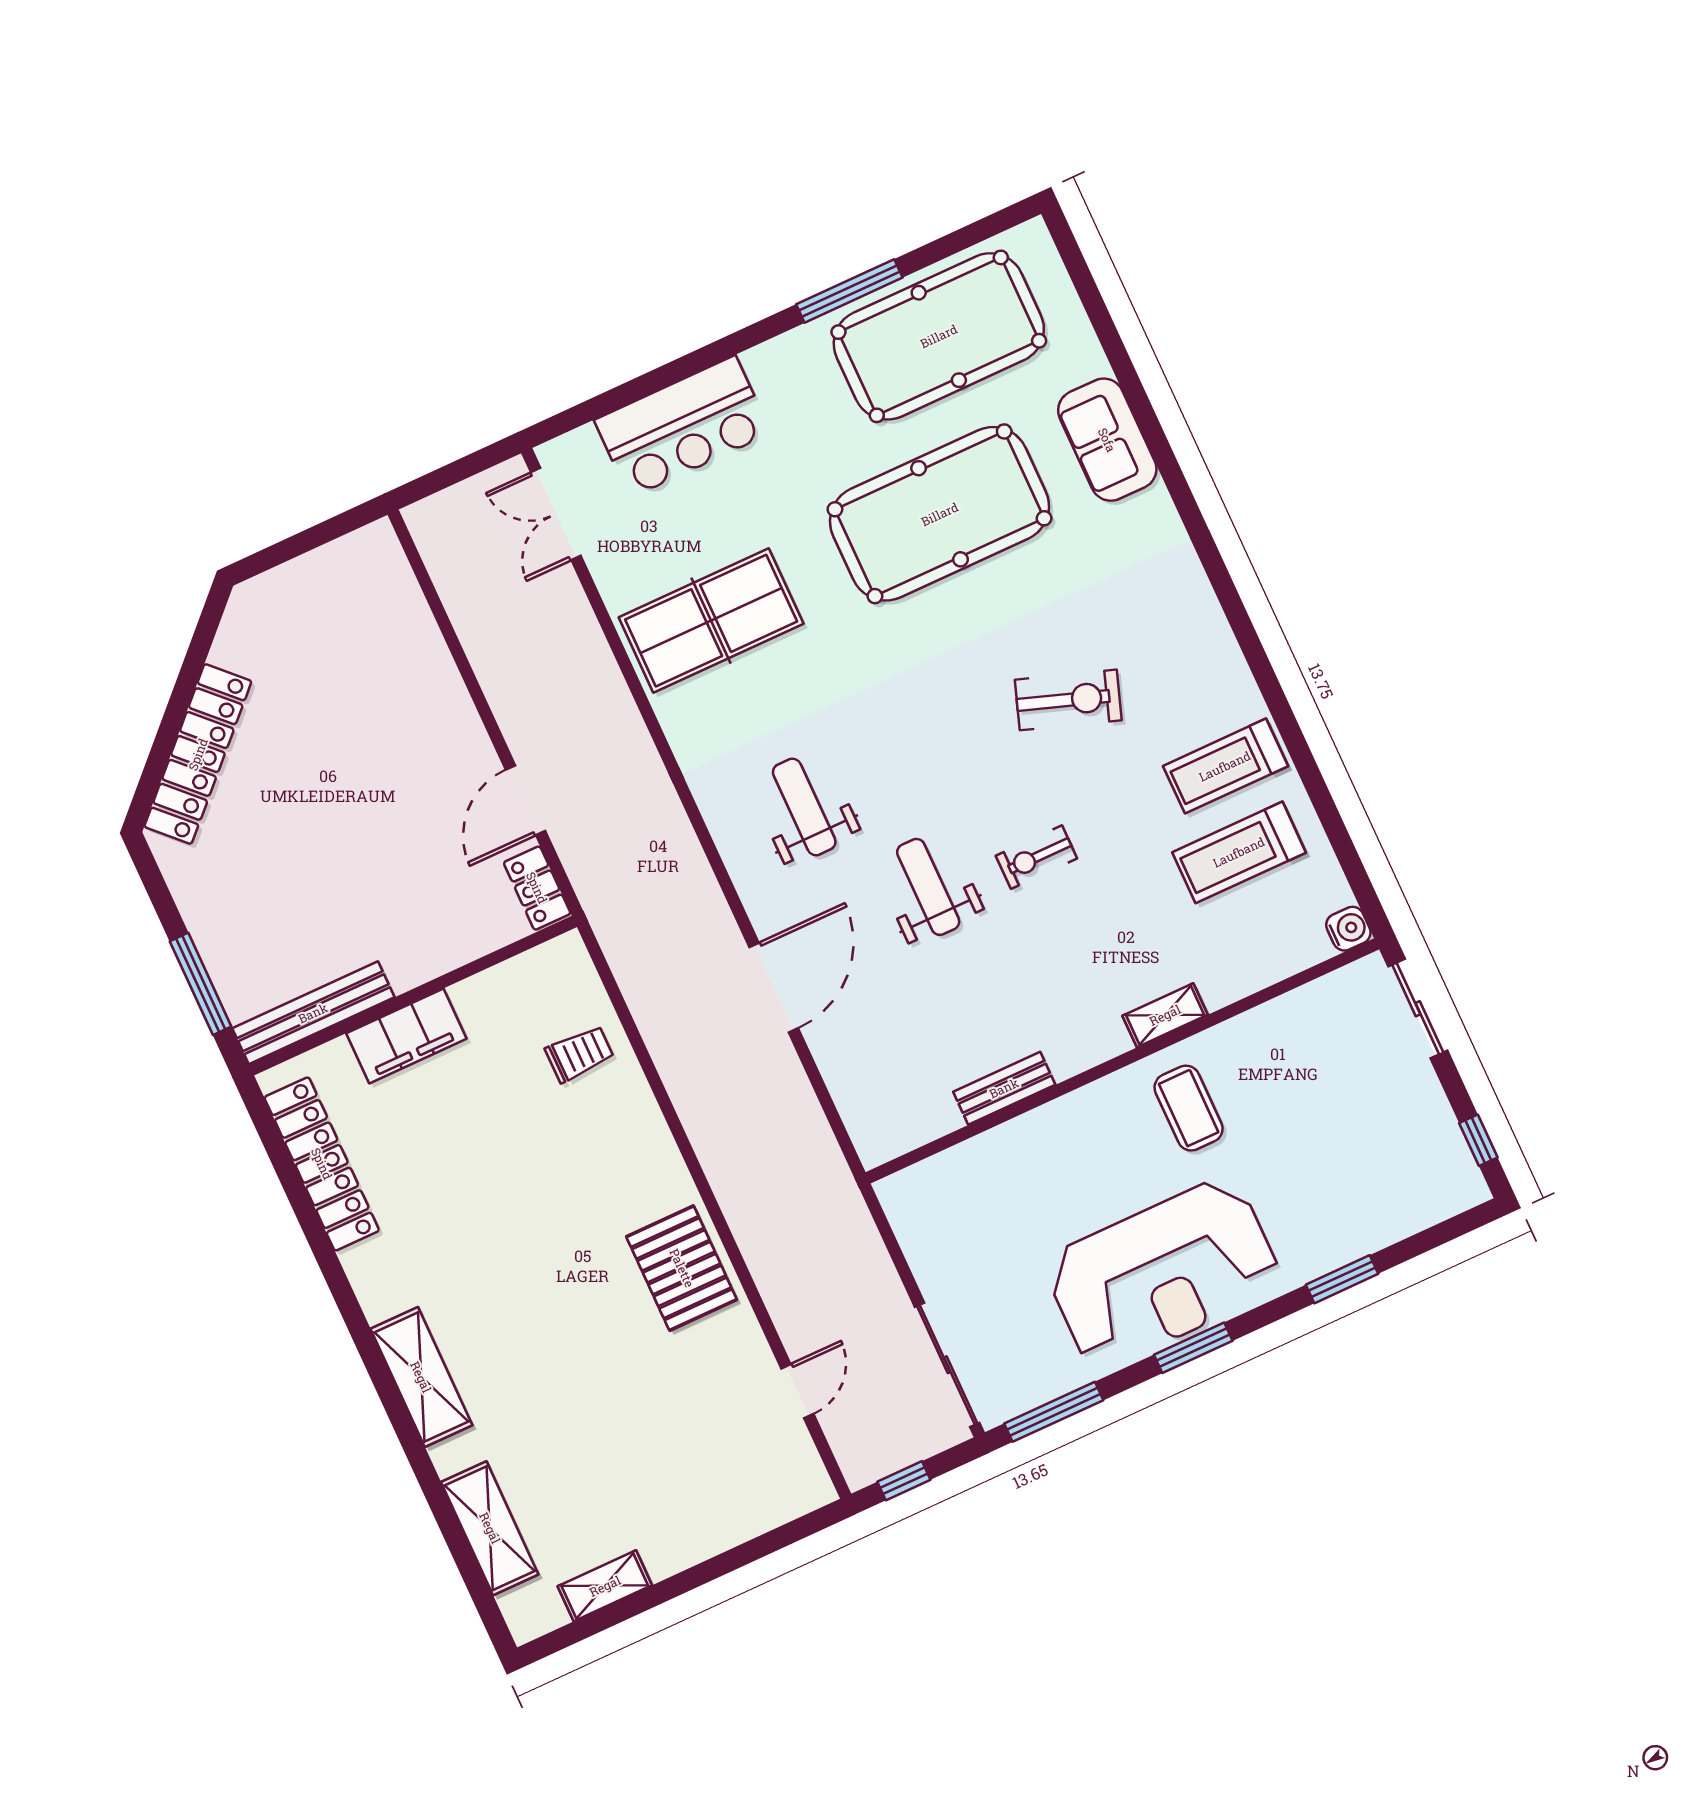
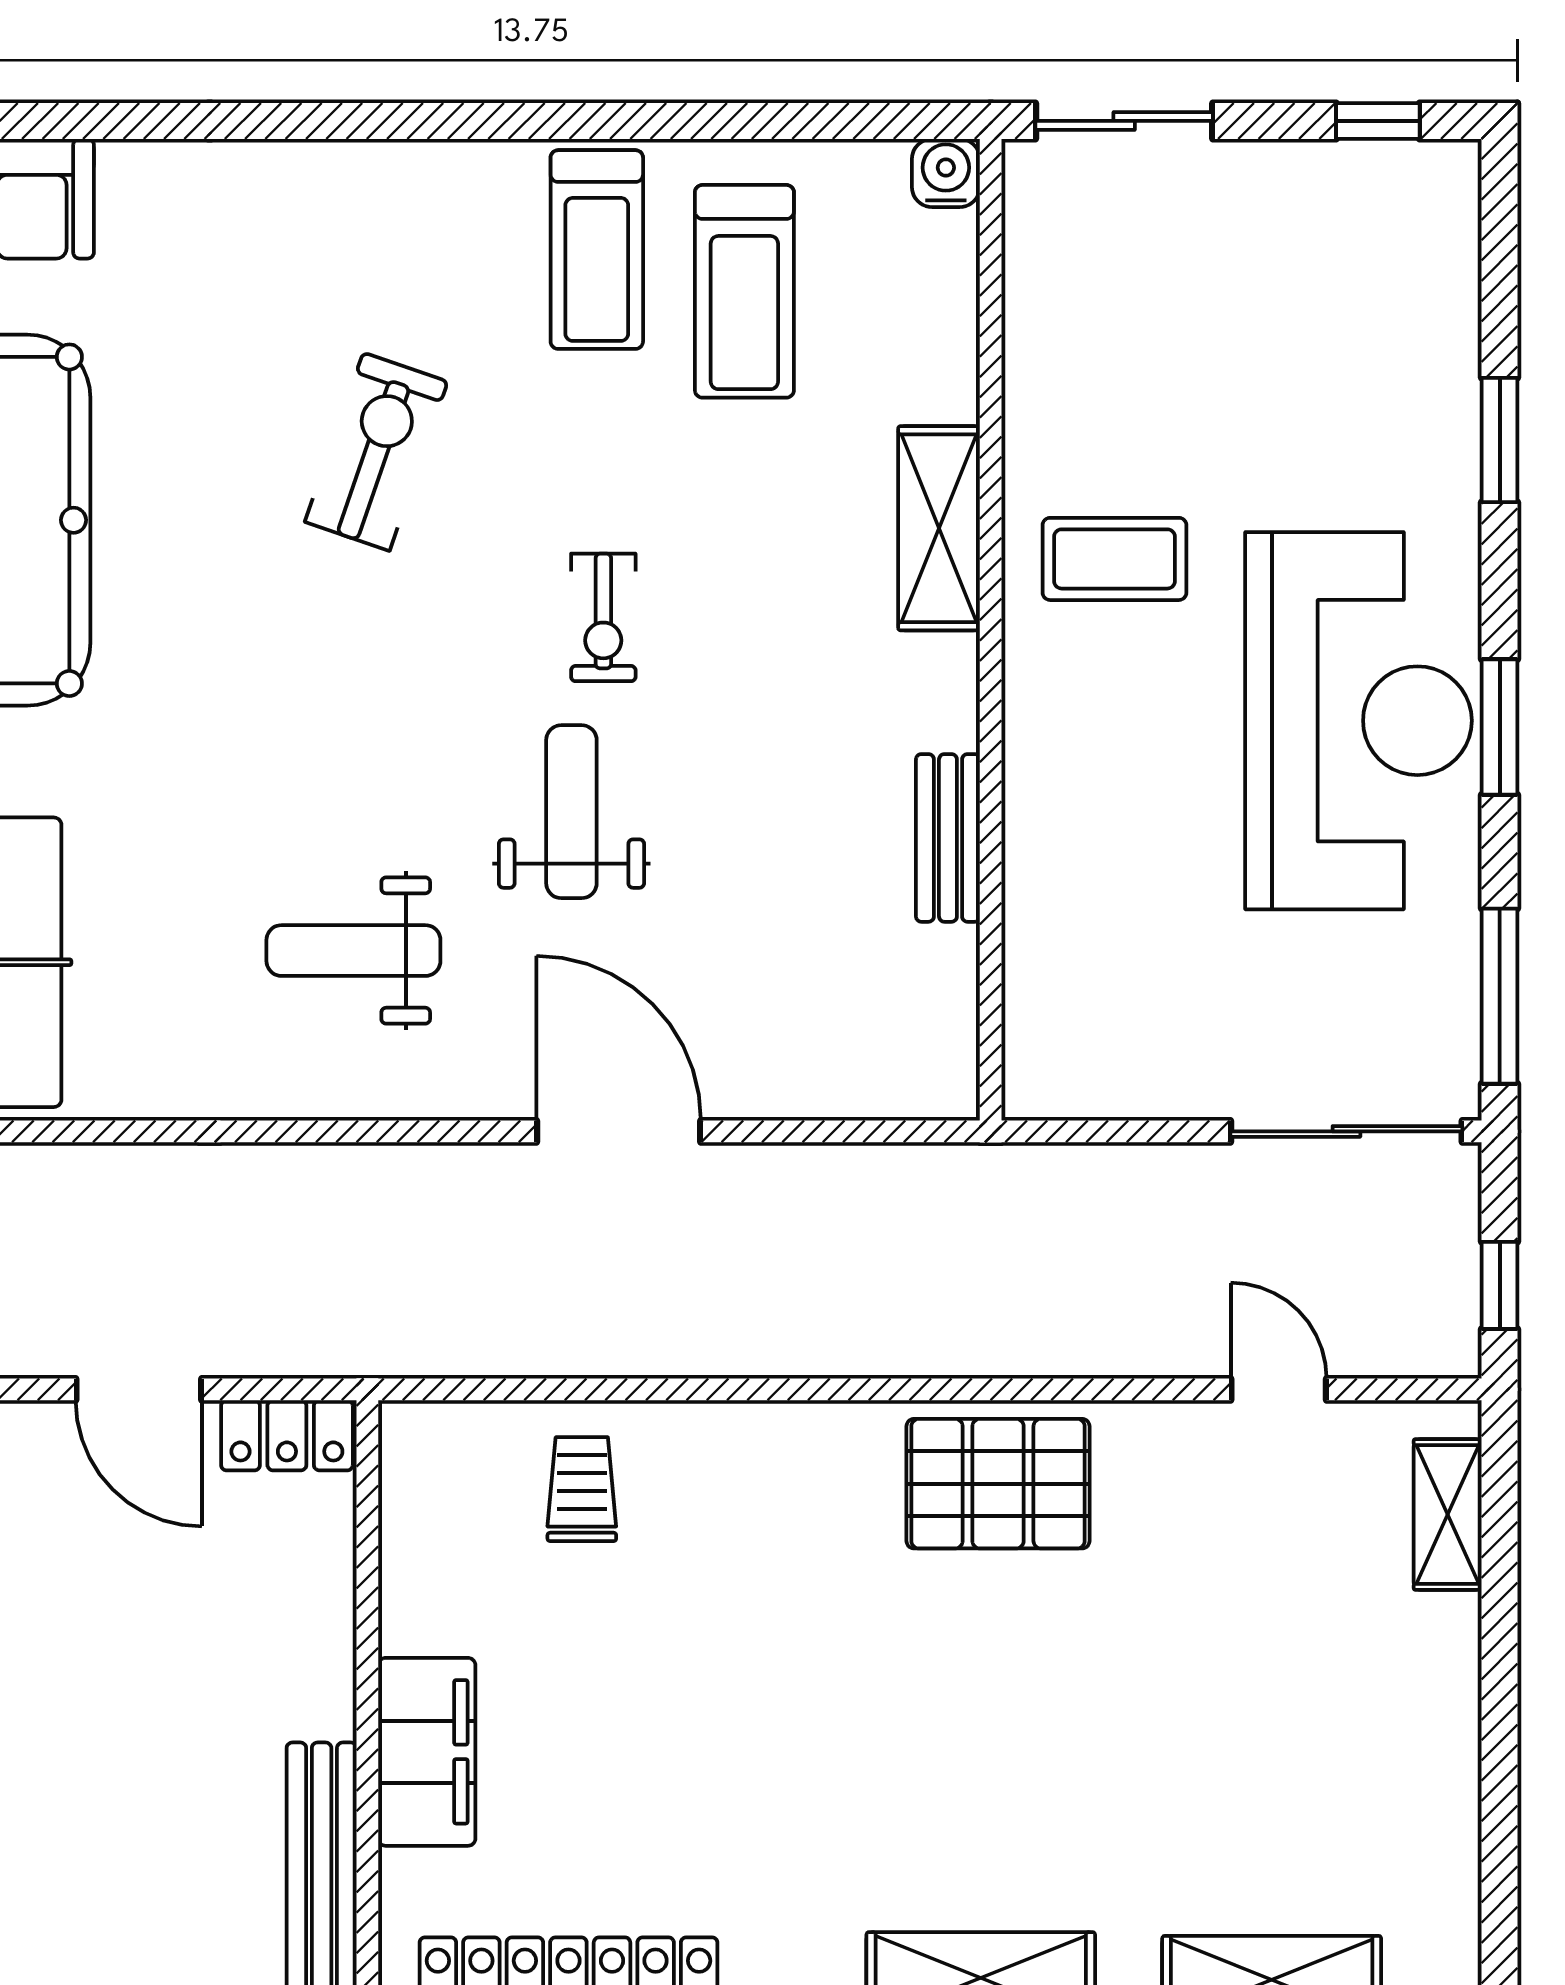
weight bench: (928, 887) -> (571, 812), turned 90
shelving: (1165, 1015) -> (939, 528), width x1.50, depth x1.33
shelving: (605, 1586) -> (1448, 1514), moved

